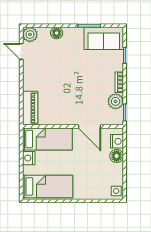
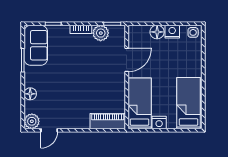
nightstand: (117, 141) -> (172, 32), moved

